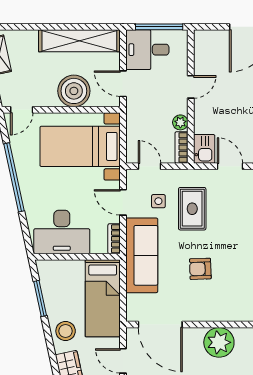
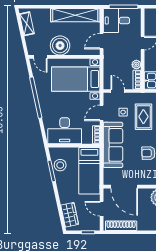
door: (123, 84) -> (102, 41), hinge flipped
boiler: (74, 91) -> (60, 46), moved
door: (22, 110) -> (40, 57), hinge flipped
door: (123, 202) -> (102, 113), hinge flipped
stool: (66, 331) -> (60, 165), moved

